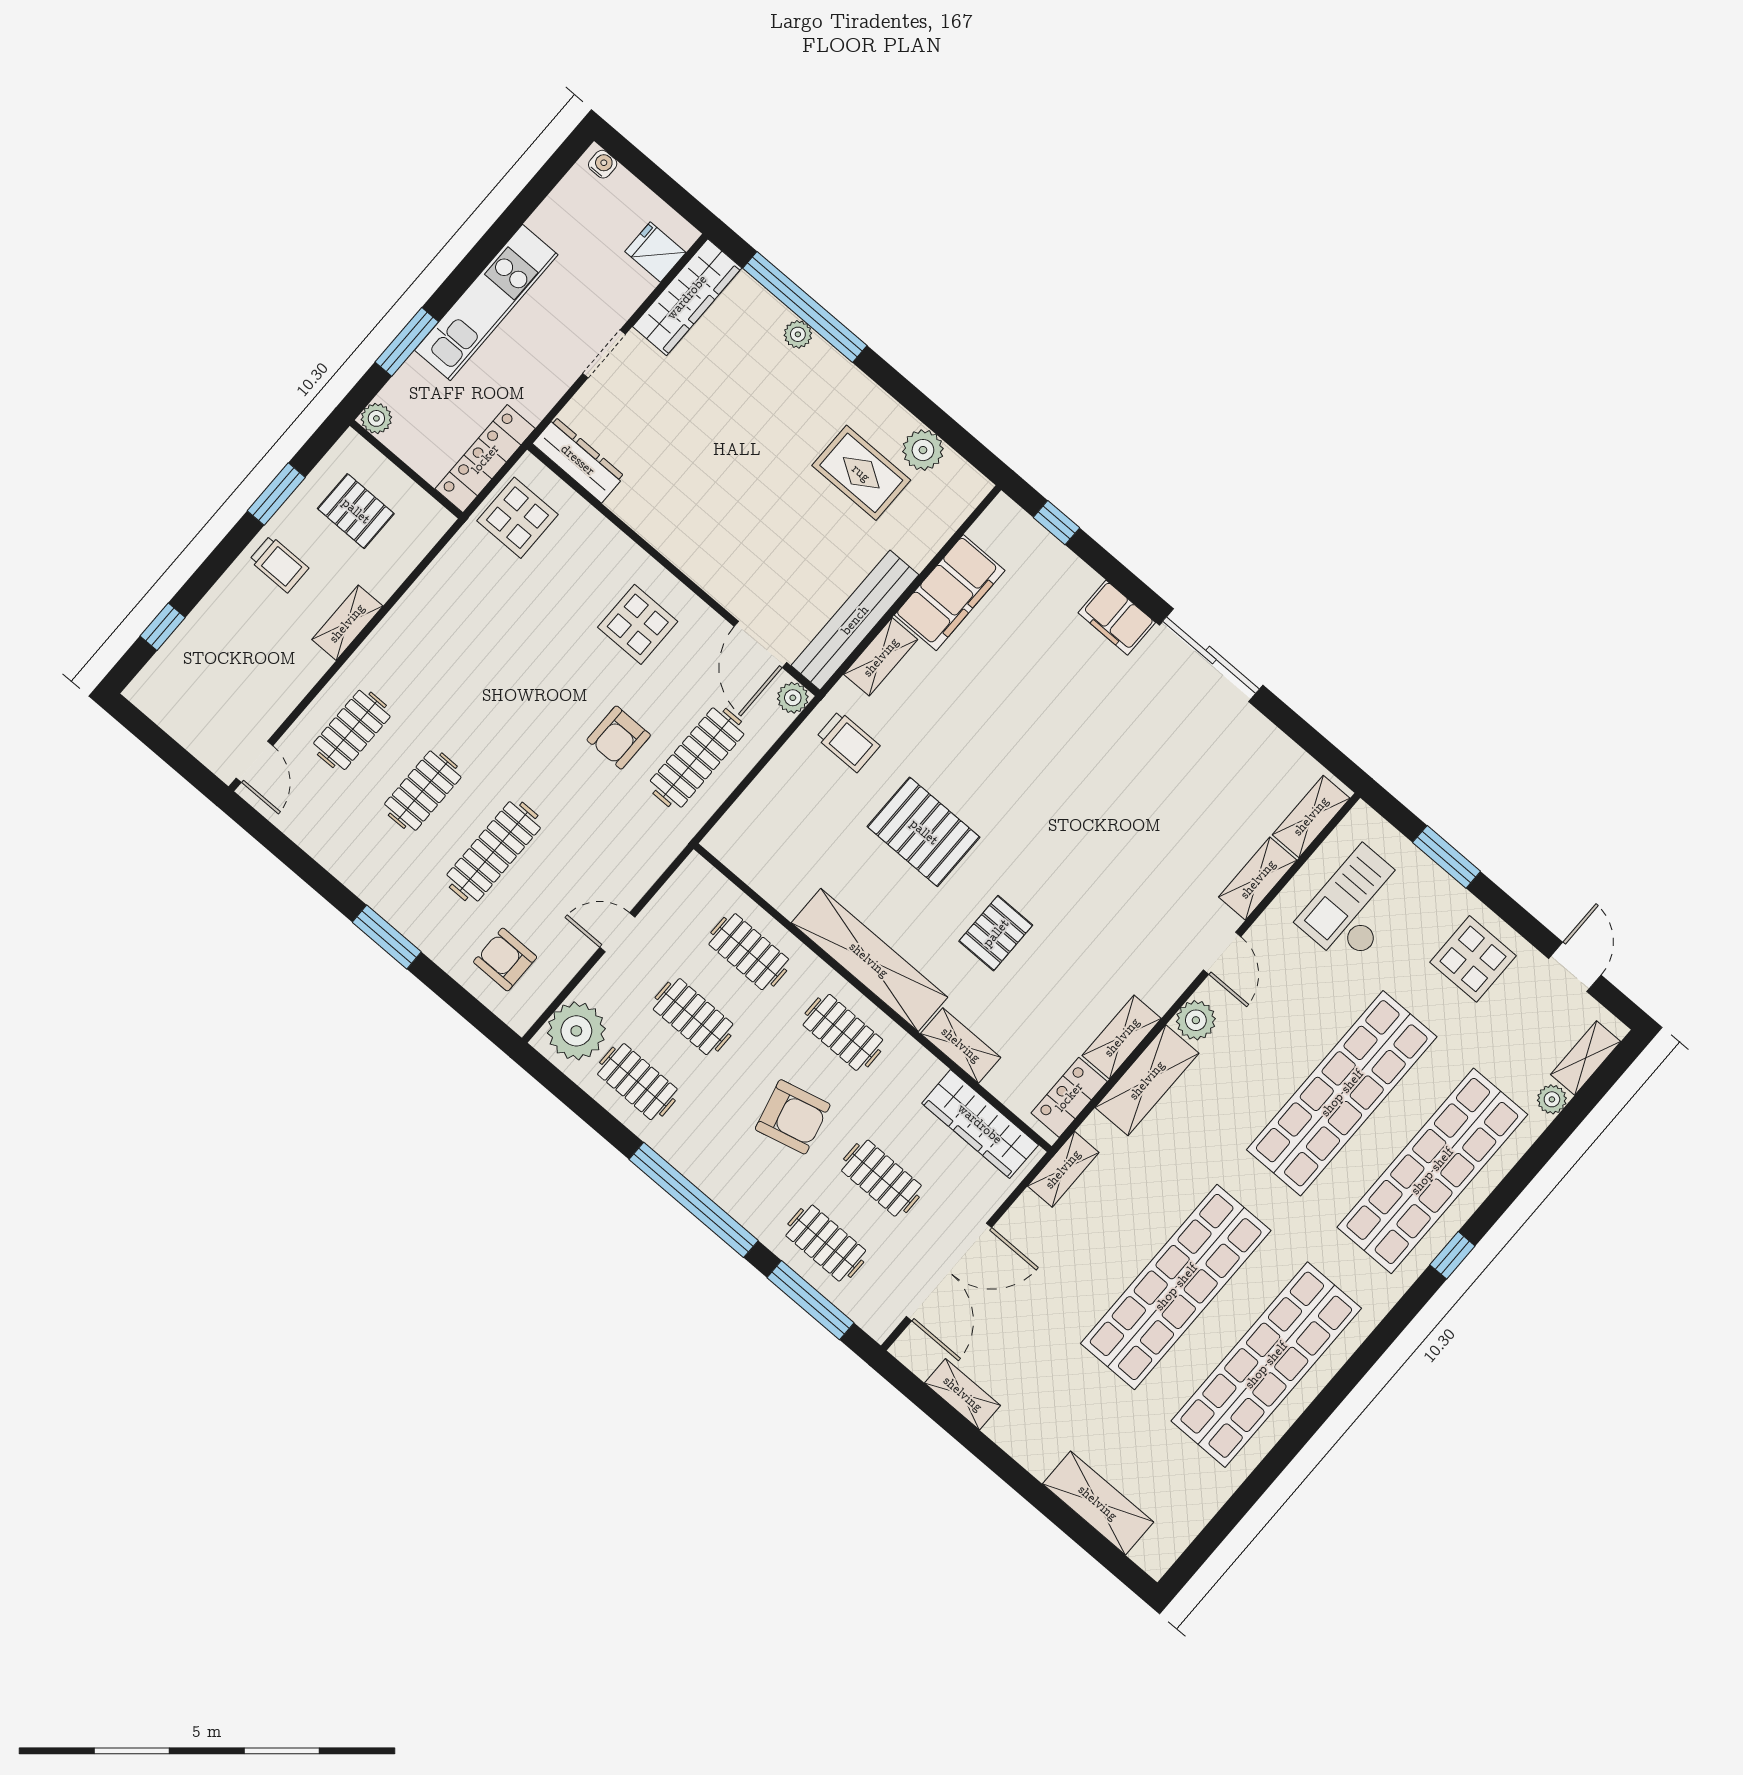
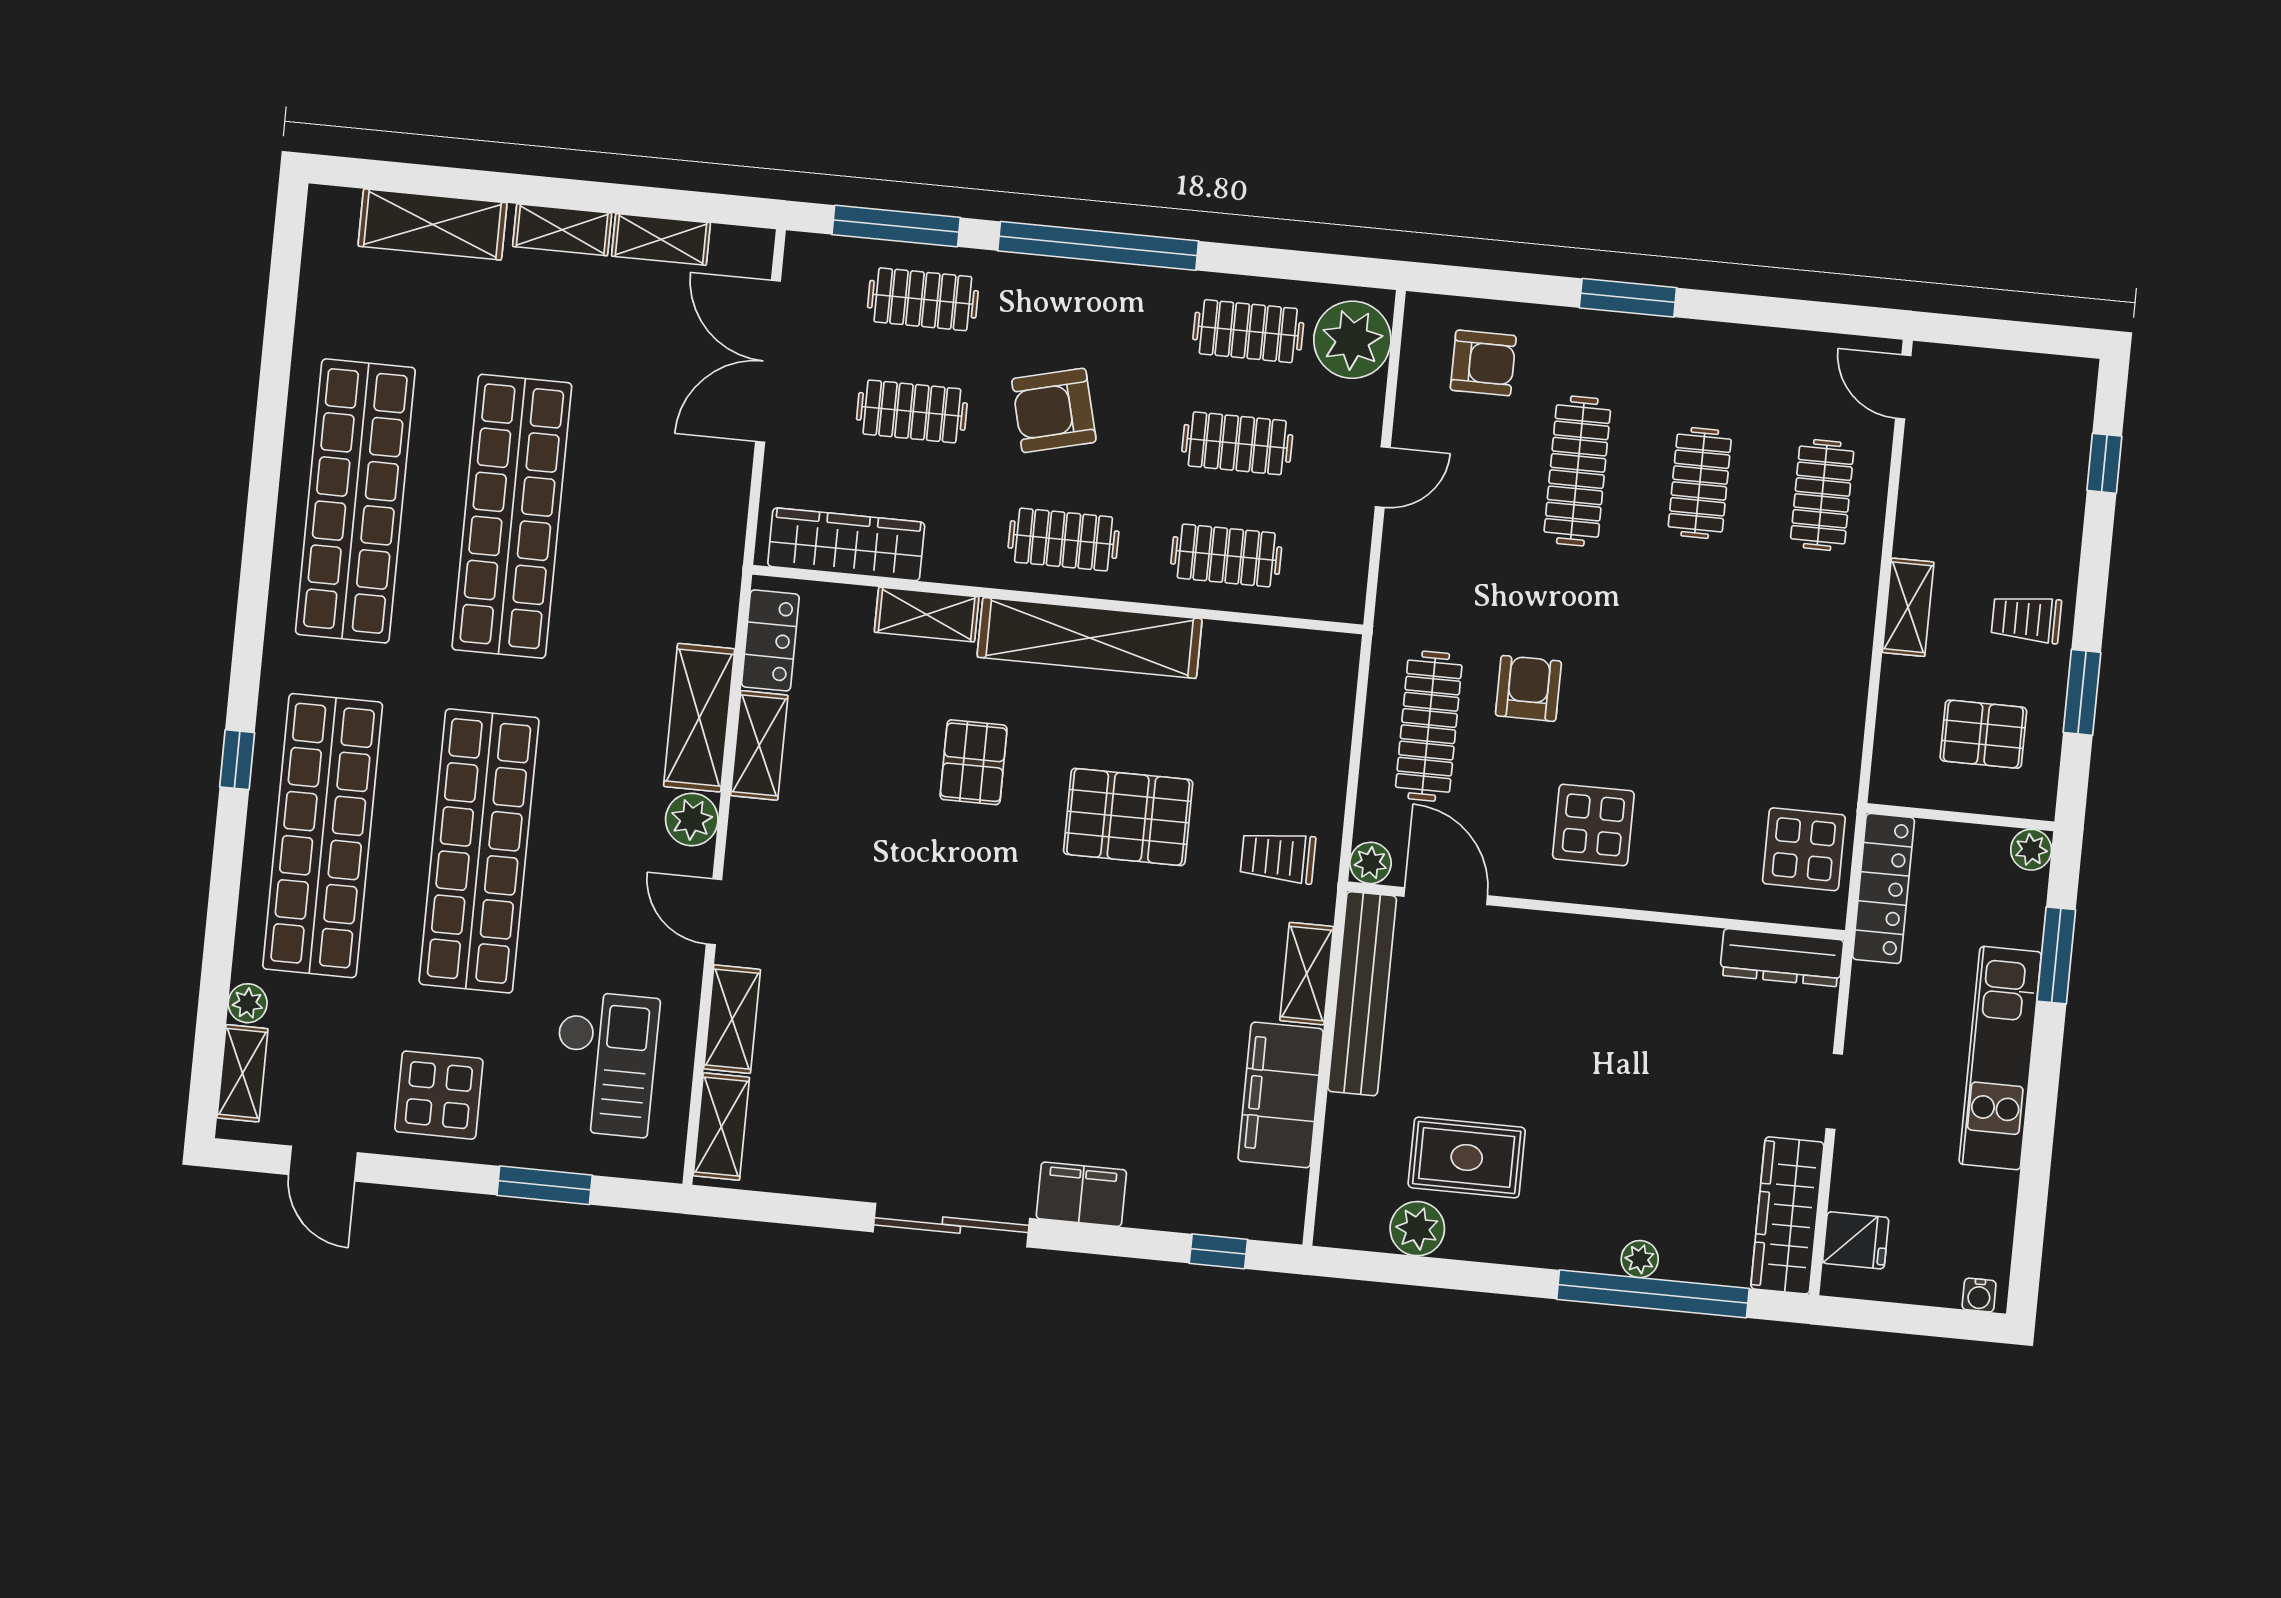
shelving: (1063, 1169) -> (562, 230), moved, turned 90

